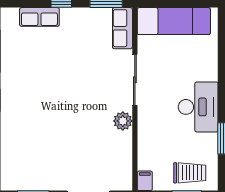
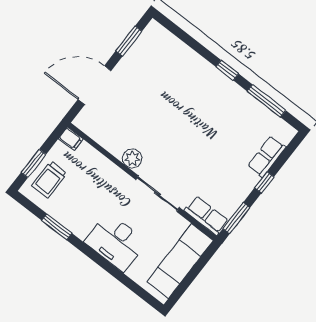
desk: (198, 107) -> (116, 242), moved

